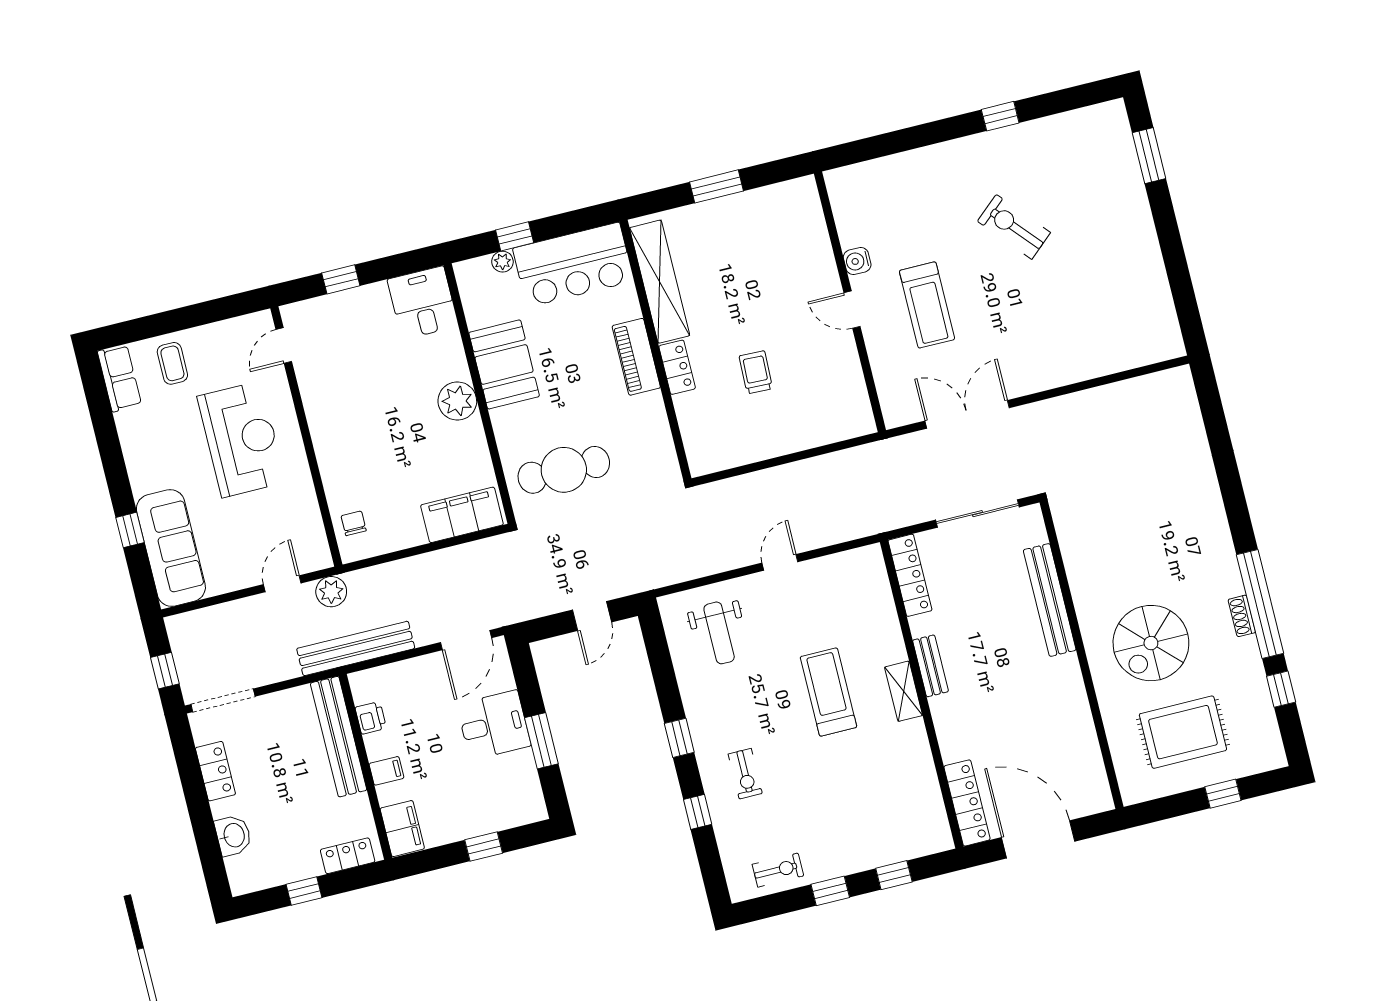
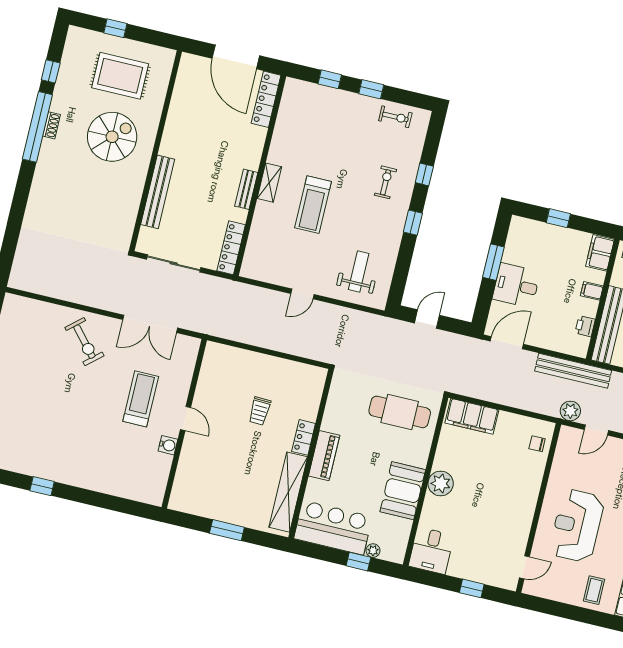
exercise bike: (1014, 227) -> (84, 342), moved
chair: (354, 523) -> (537, 444), turned 90
exercise bike: (778, 870) -> (395, 117), turned 180

